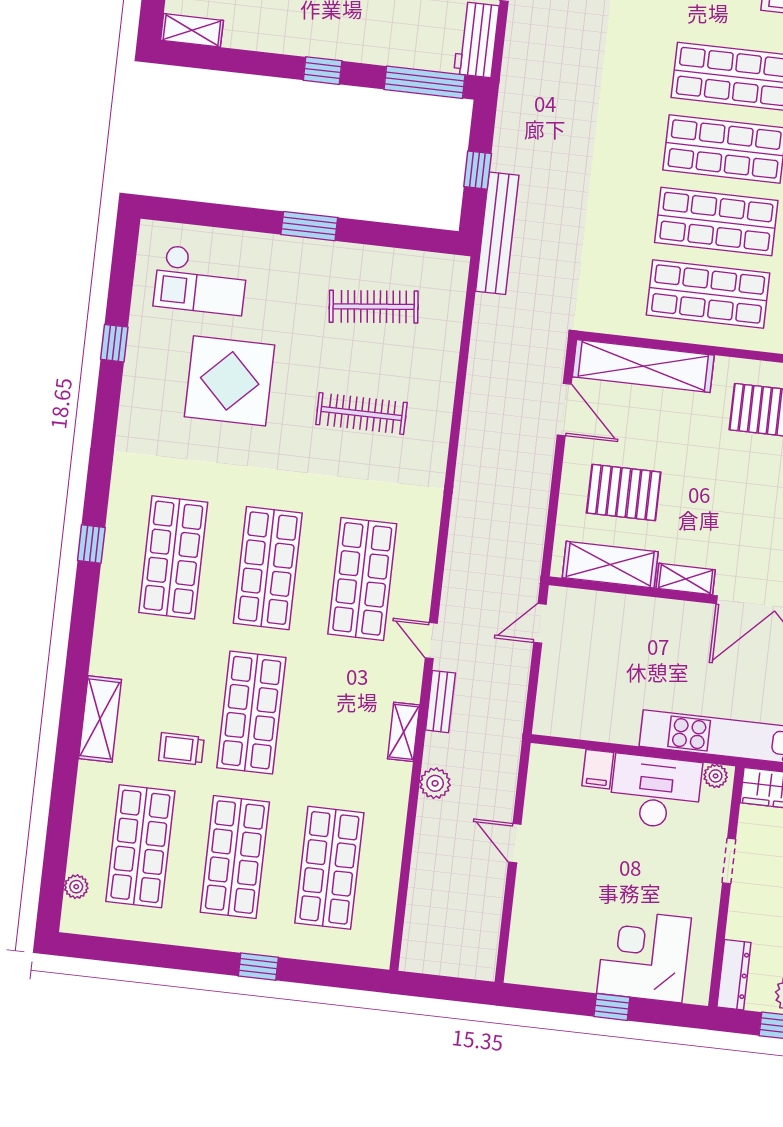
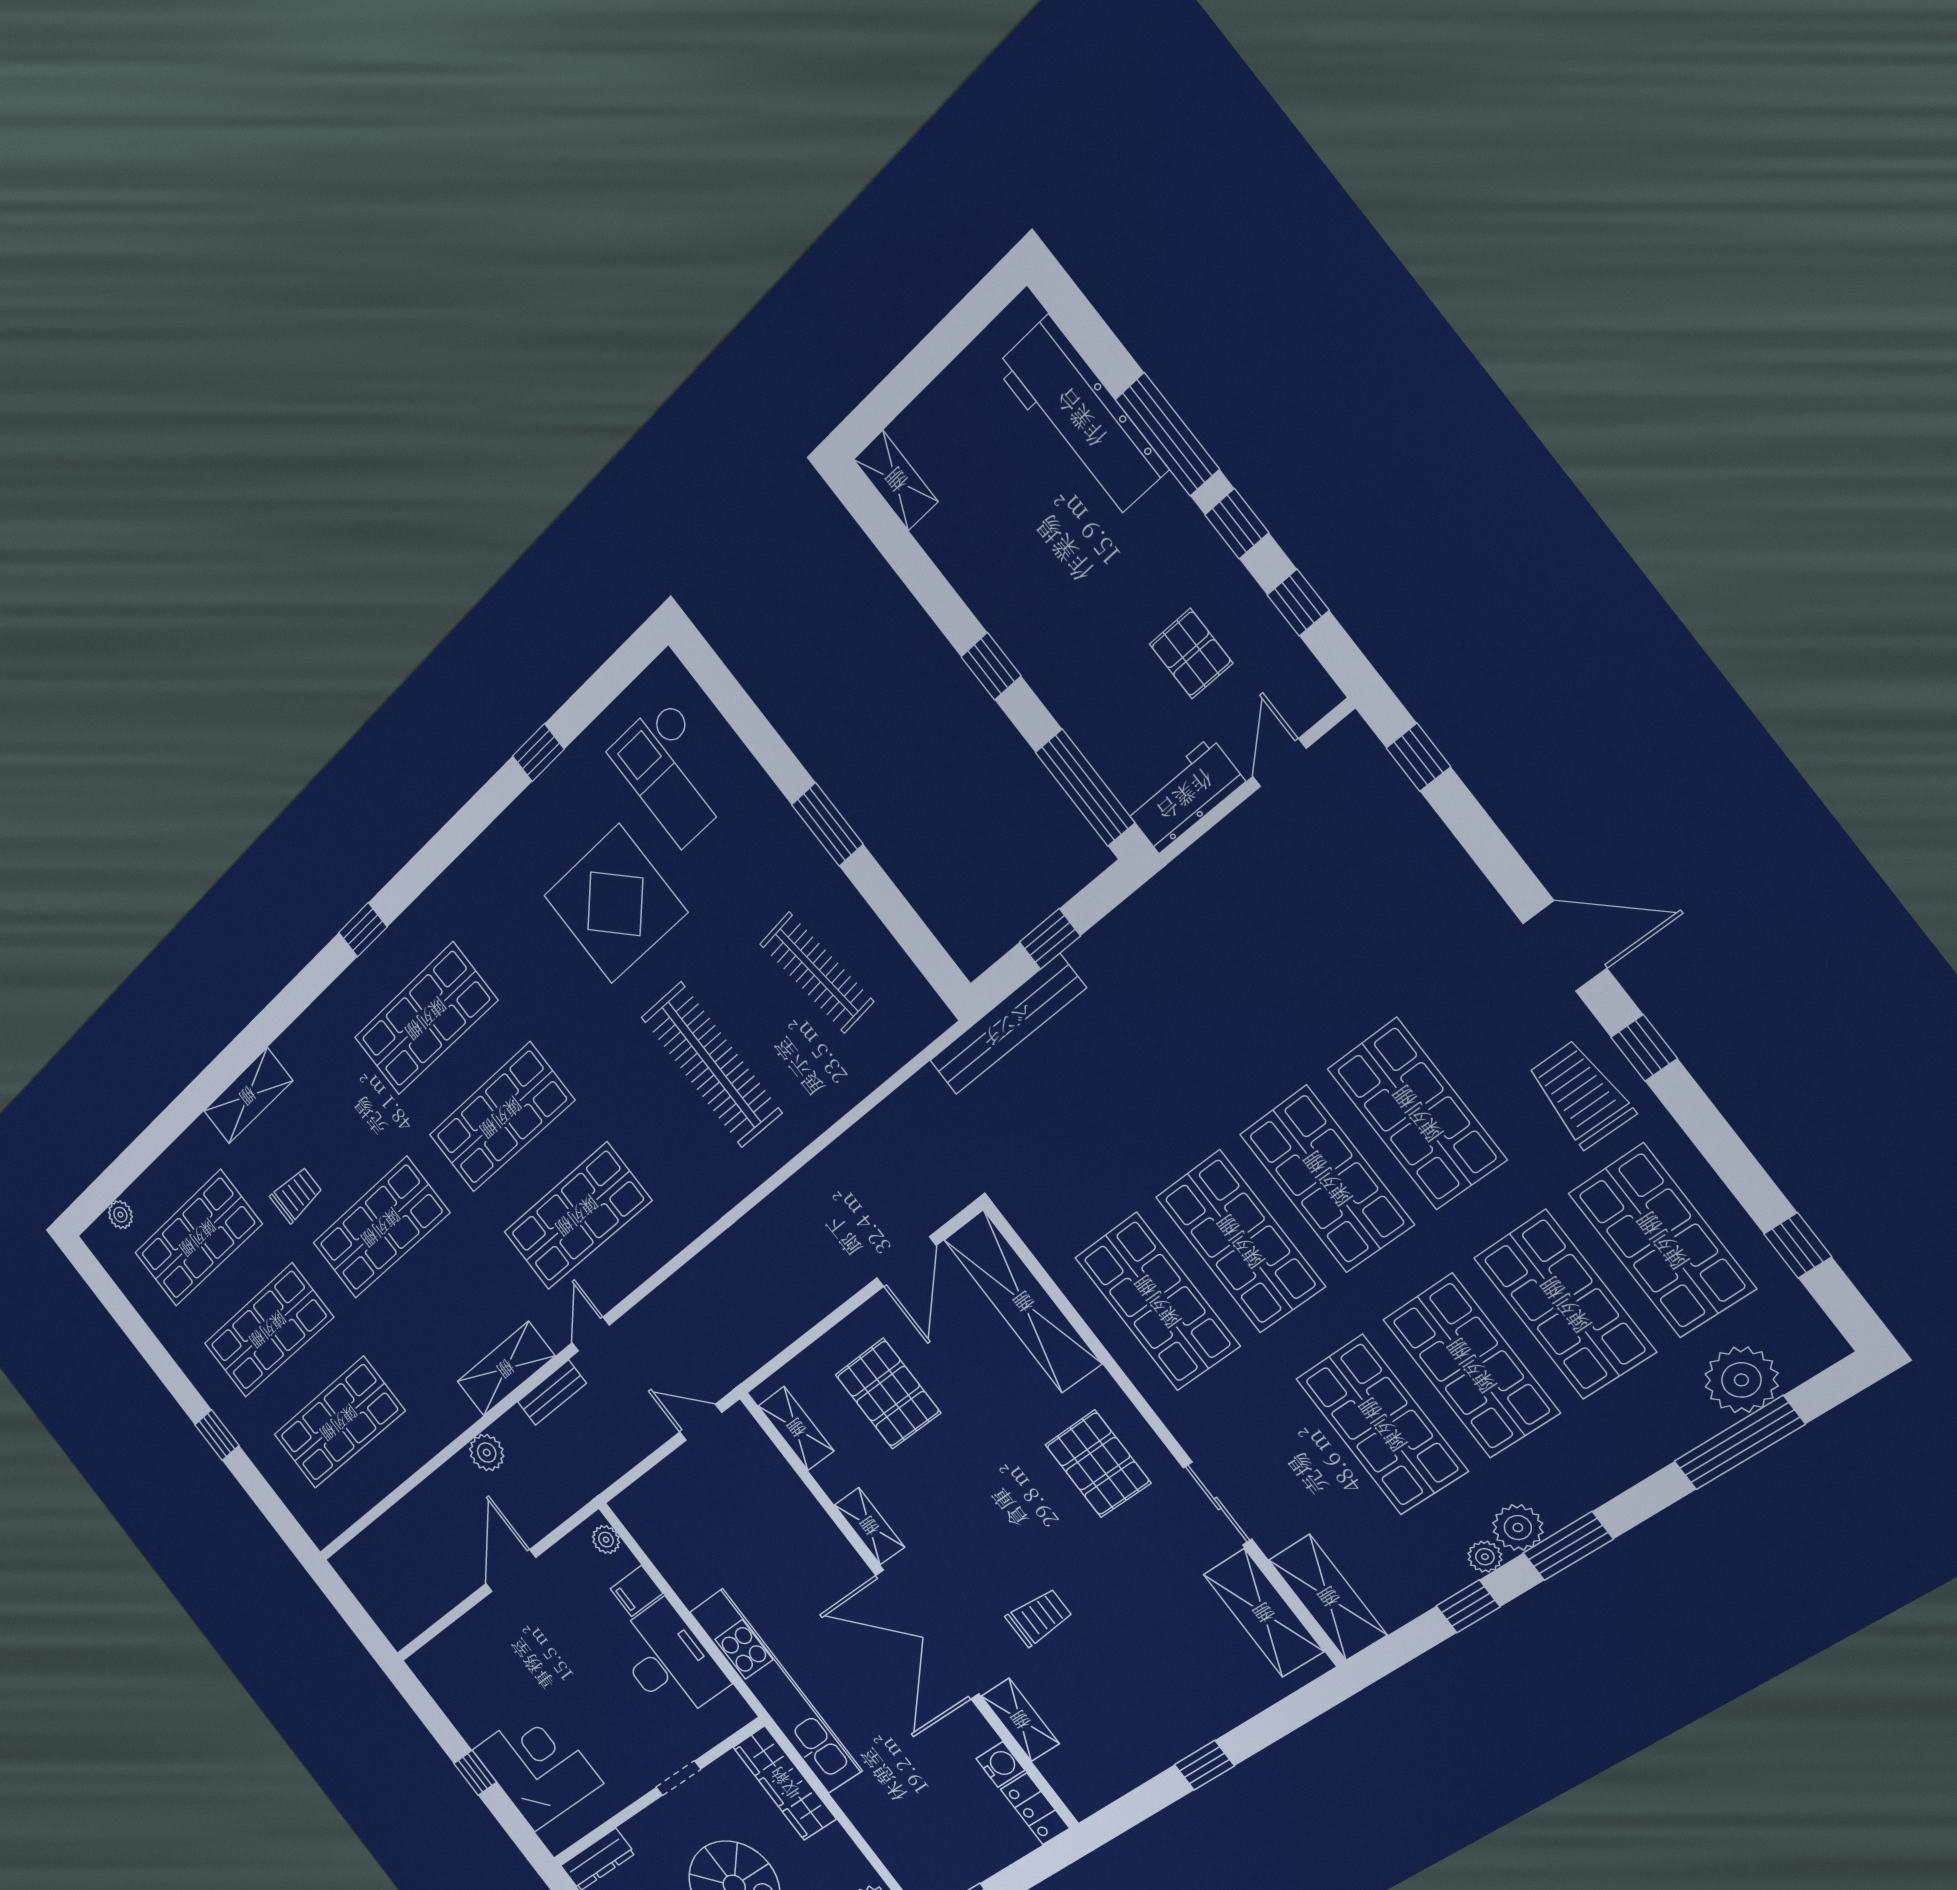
clothes rail: (361, 414) -> (712, 1065), width x1.37, depth x1.31
shelving: (610, 565) -> (796, 1428), width x0.67, depth x0.75
shelving: (404, 732) -> (506, 1369), width x1.50, depth x1.33
trolley: (181, 749) -> (296, 1195), turned 90
plant: (716, 776) -> (606, 1540), moved
door: (515, 843) -> (511, 1571), width x1.38

